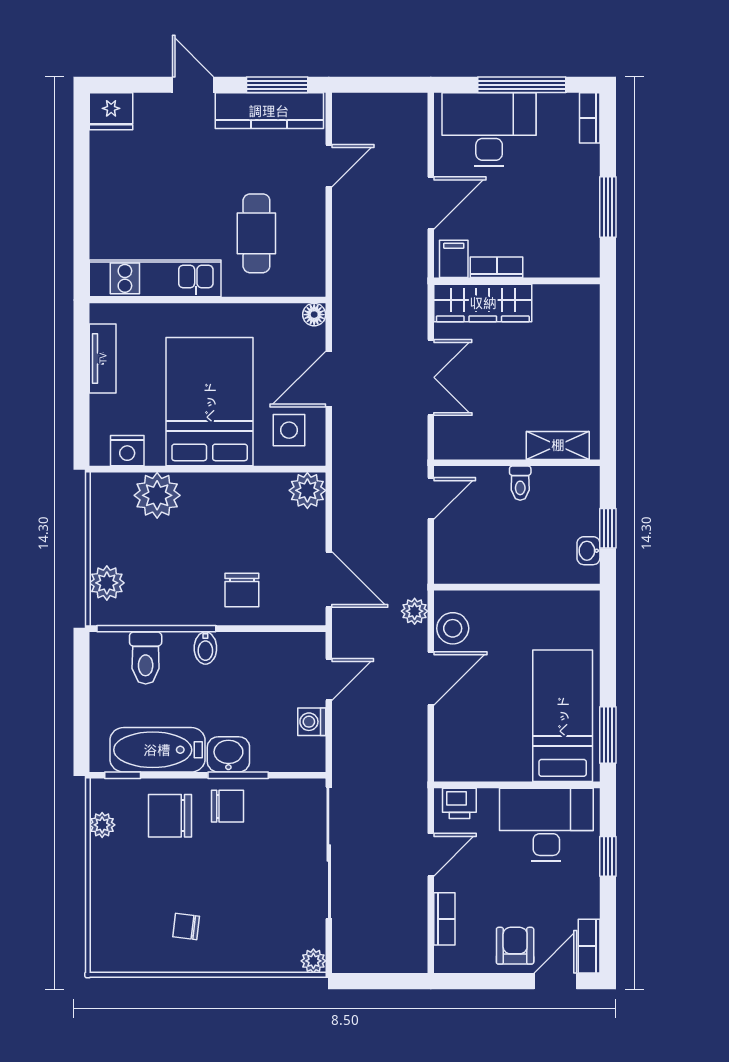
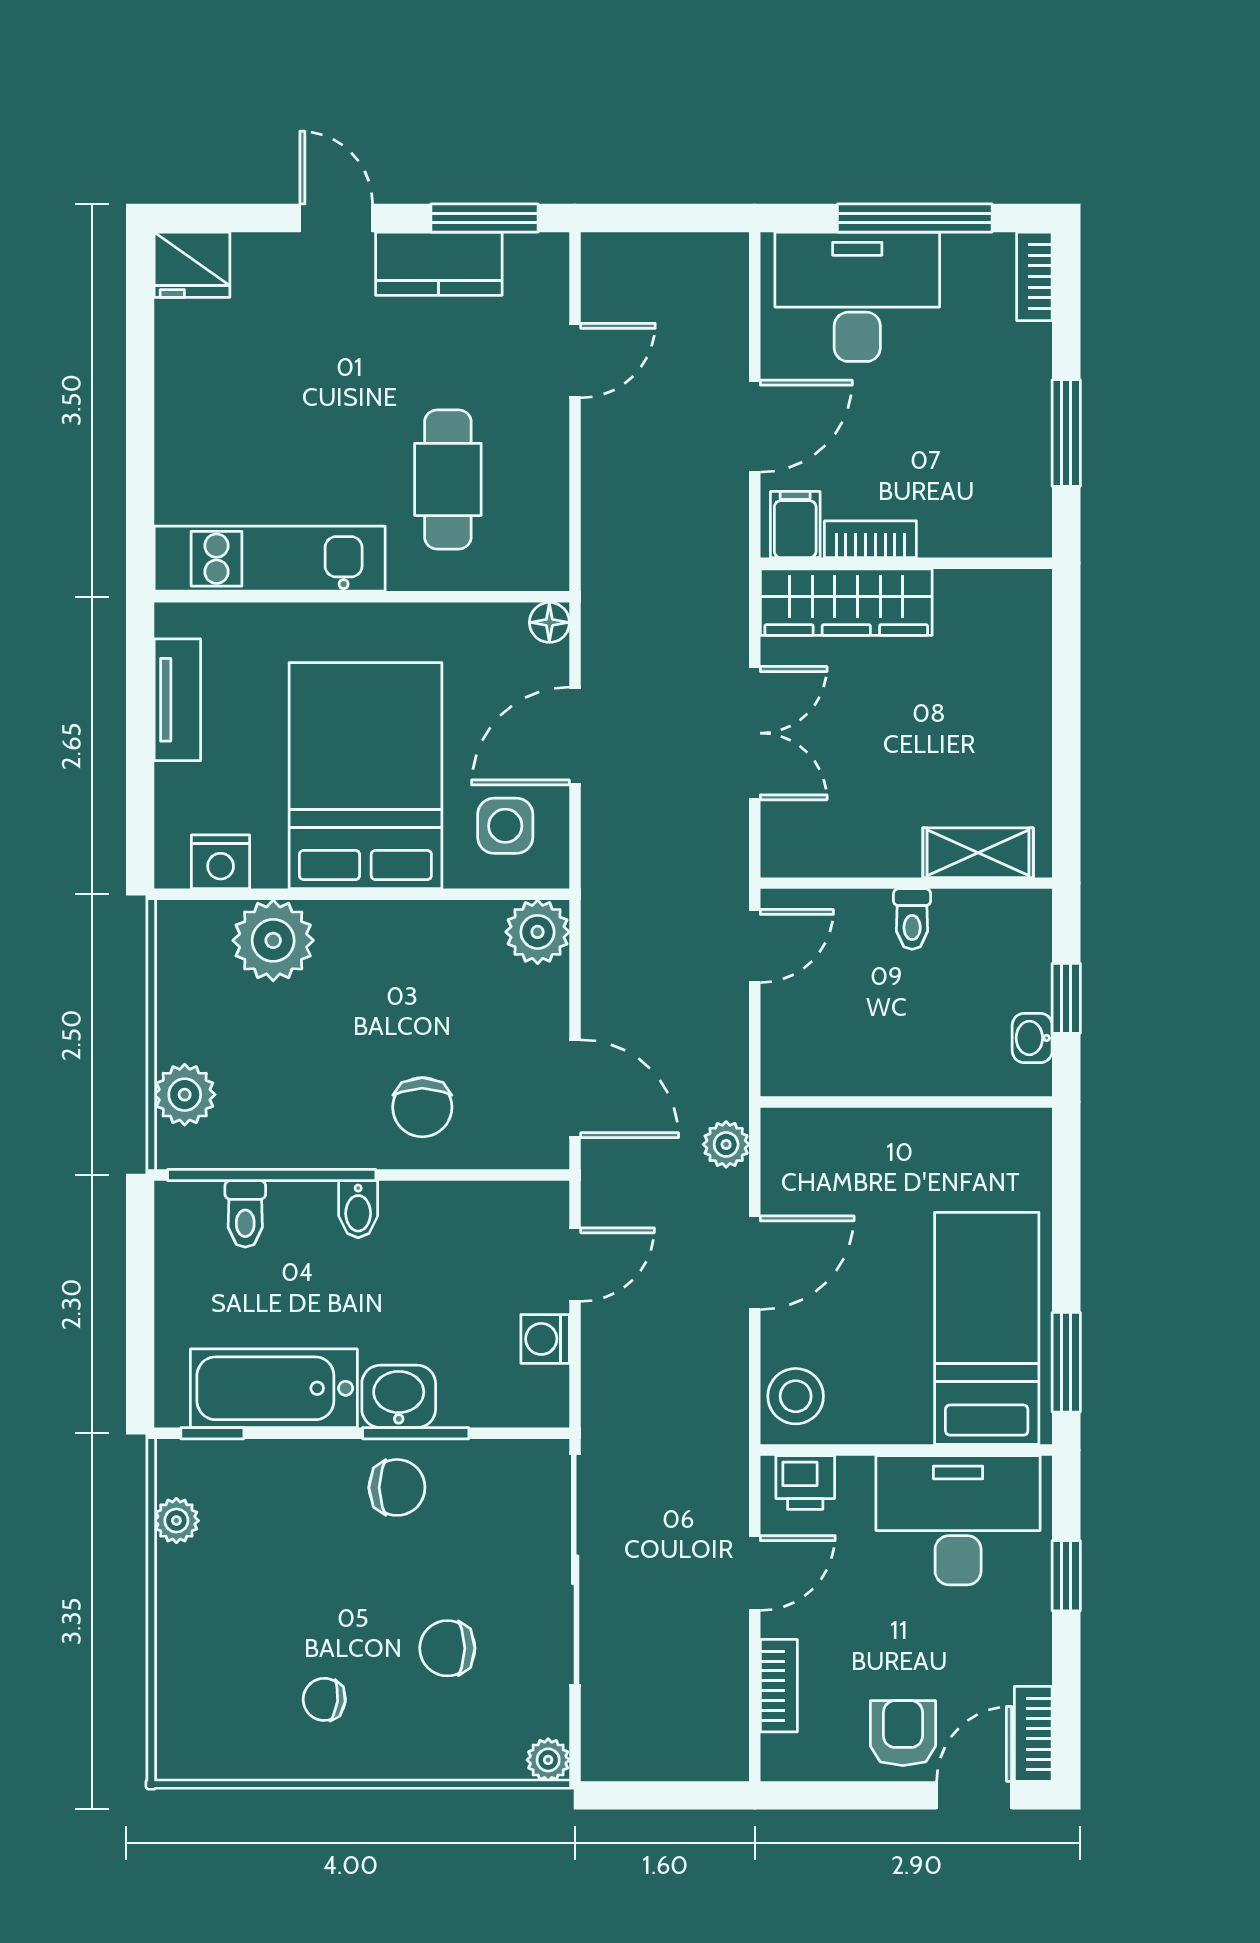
kitchen counter: (269, 111) -> (439, 264), width x0.67
stool: (453, 628) -> (796, 1396), moved
toilet: (146, 658) -> (245, 1214), width x0.73, depth x0.72
chair: (170, 816) -> (447, 1648), moved, width x0.73, depth x0.73

